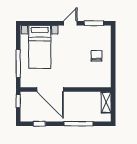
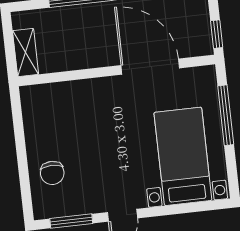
chair: (96, 56) -> (52, 173), moved

